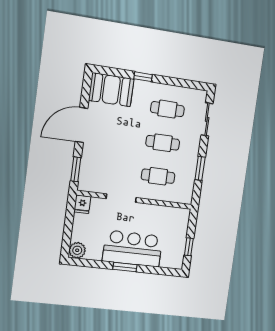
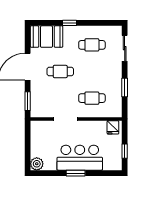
cafe table: (163, 143) -> (60, 72), moved
fridge: (82, 204) -> (113, 127), moved

